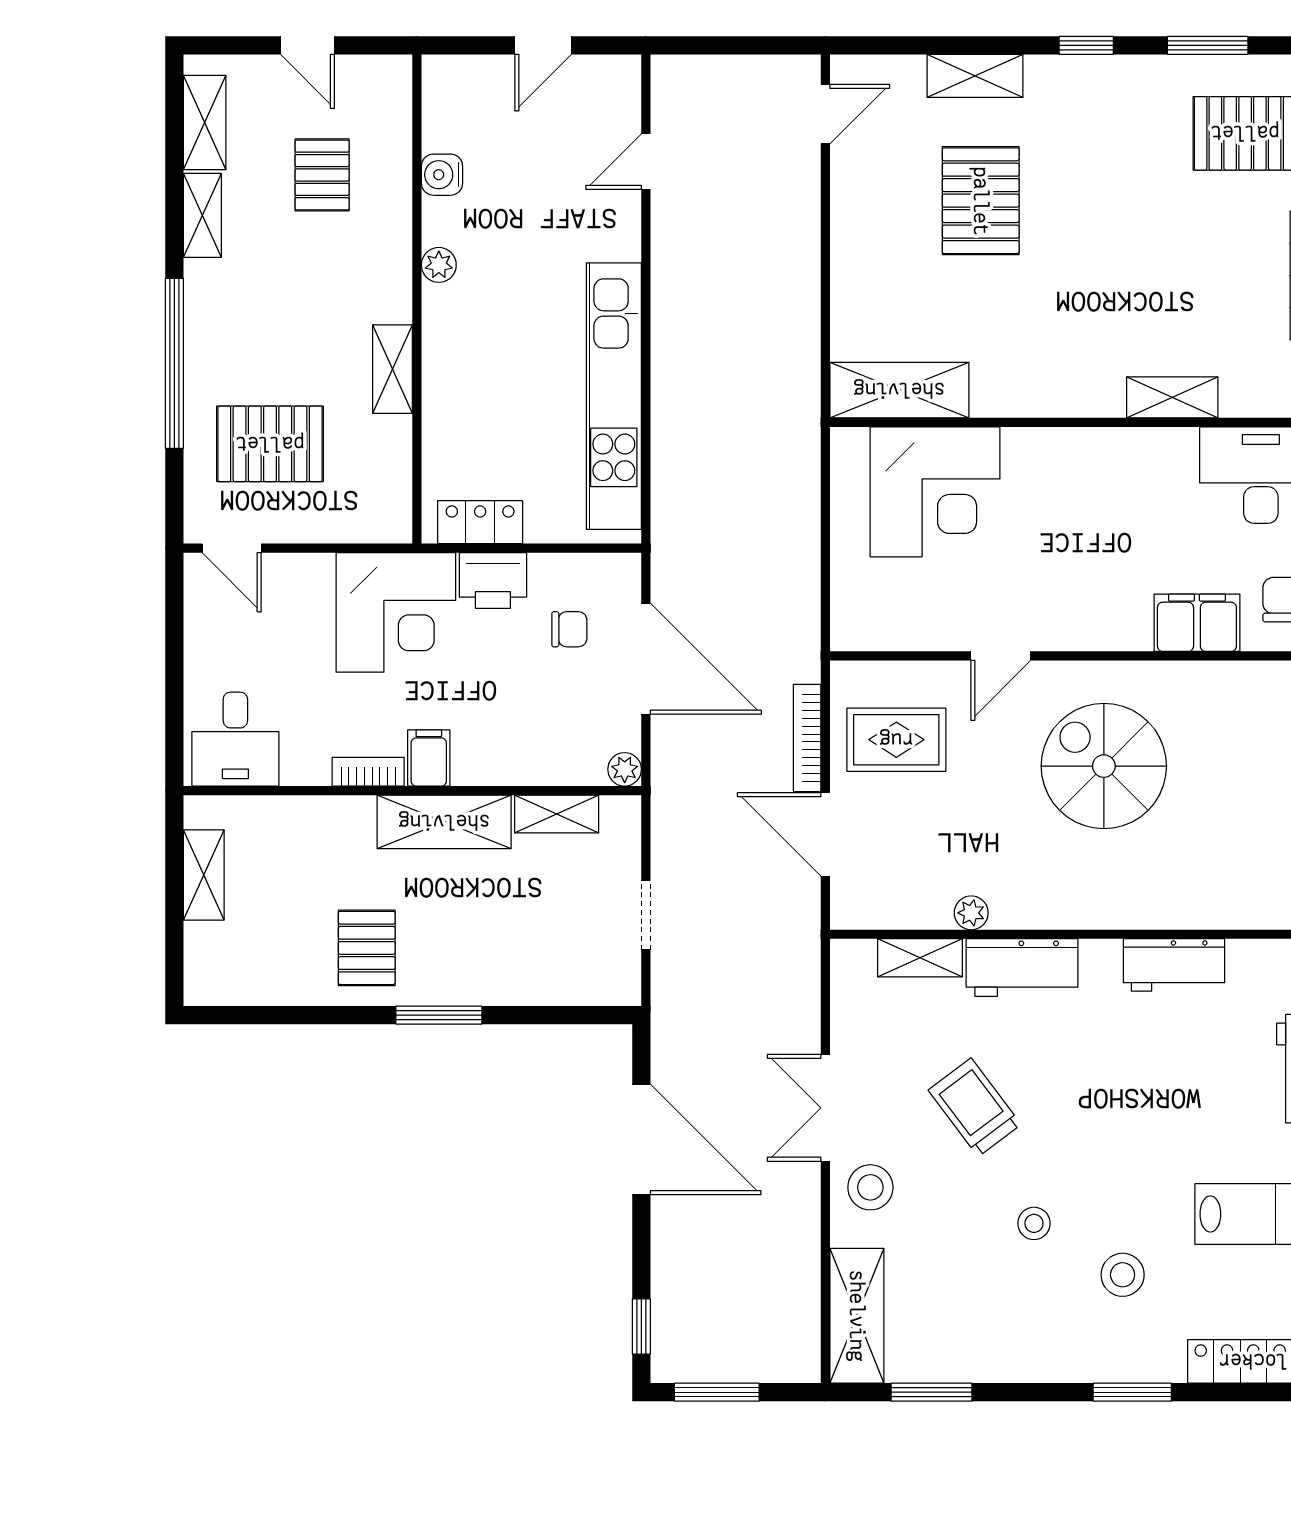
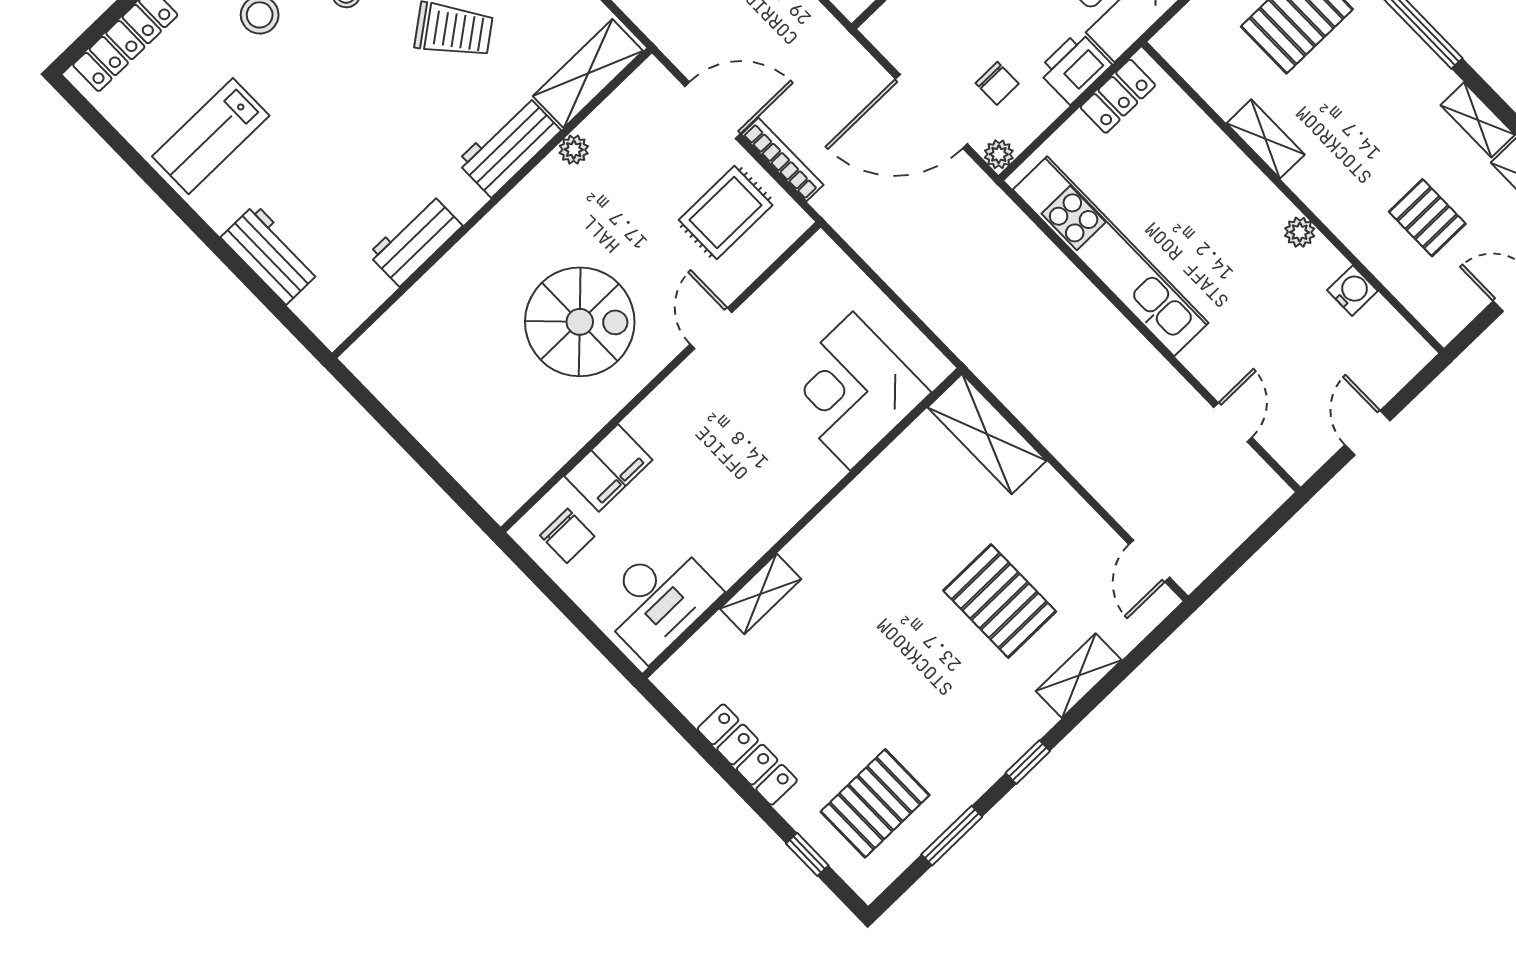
shelving: (899, 390) -> (987, 434), moved, turned 90
chair: (569, 629) -> (997, 83), turned -90
plant: (625, 769) -> (999, 154), moved
shelving: (920, 958) -> (588, 74), width x1.50, depth x1.33

